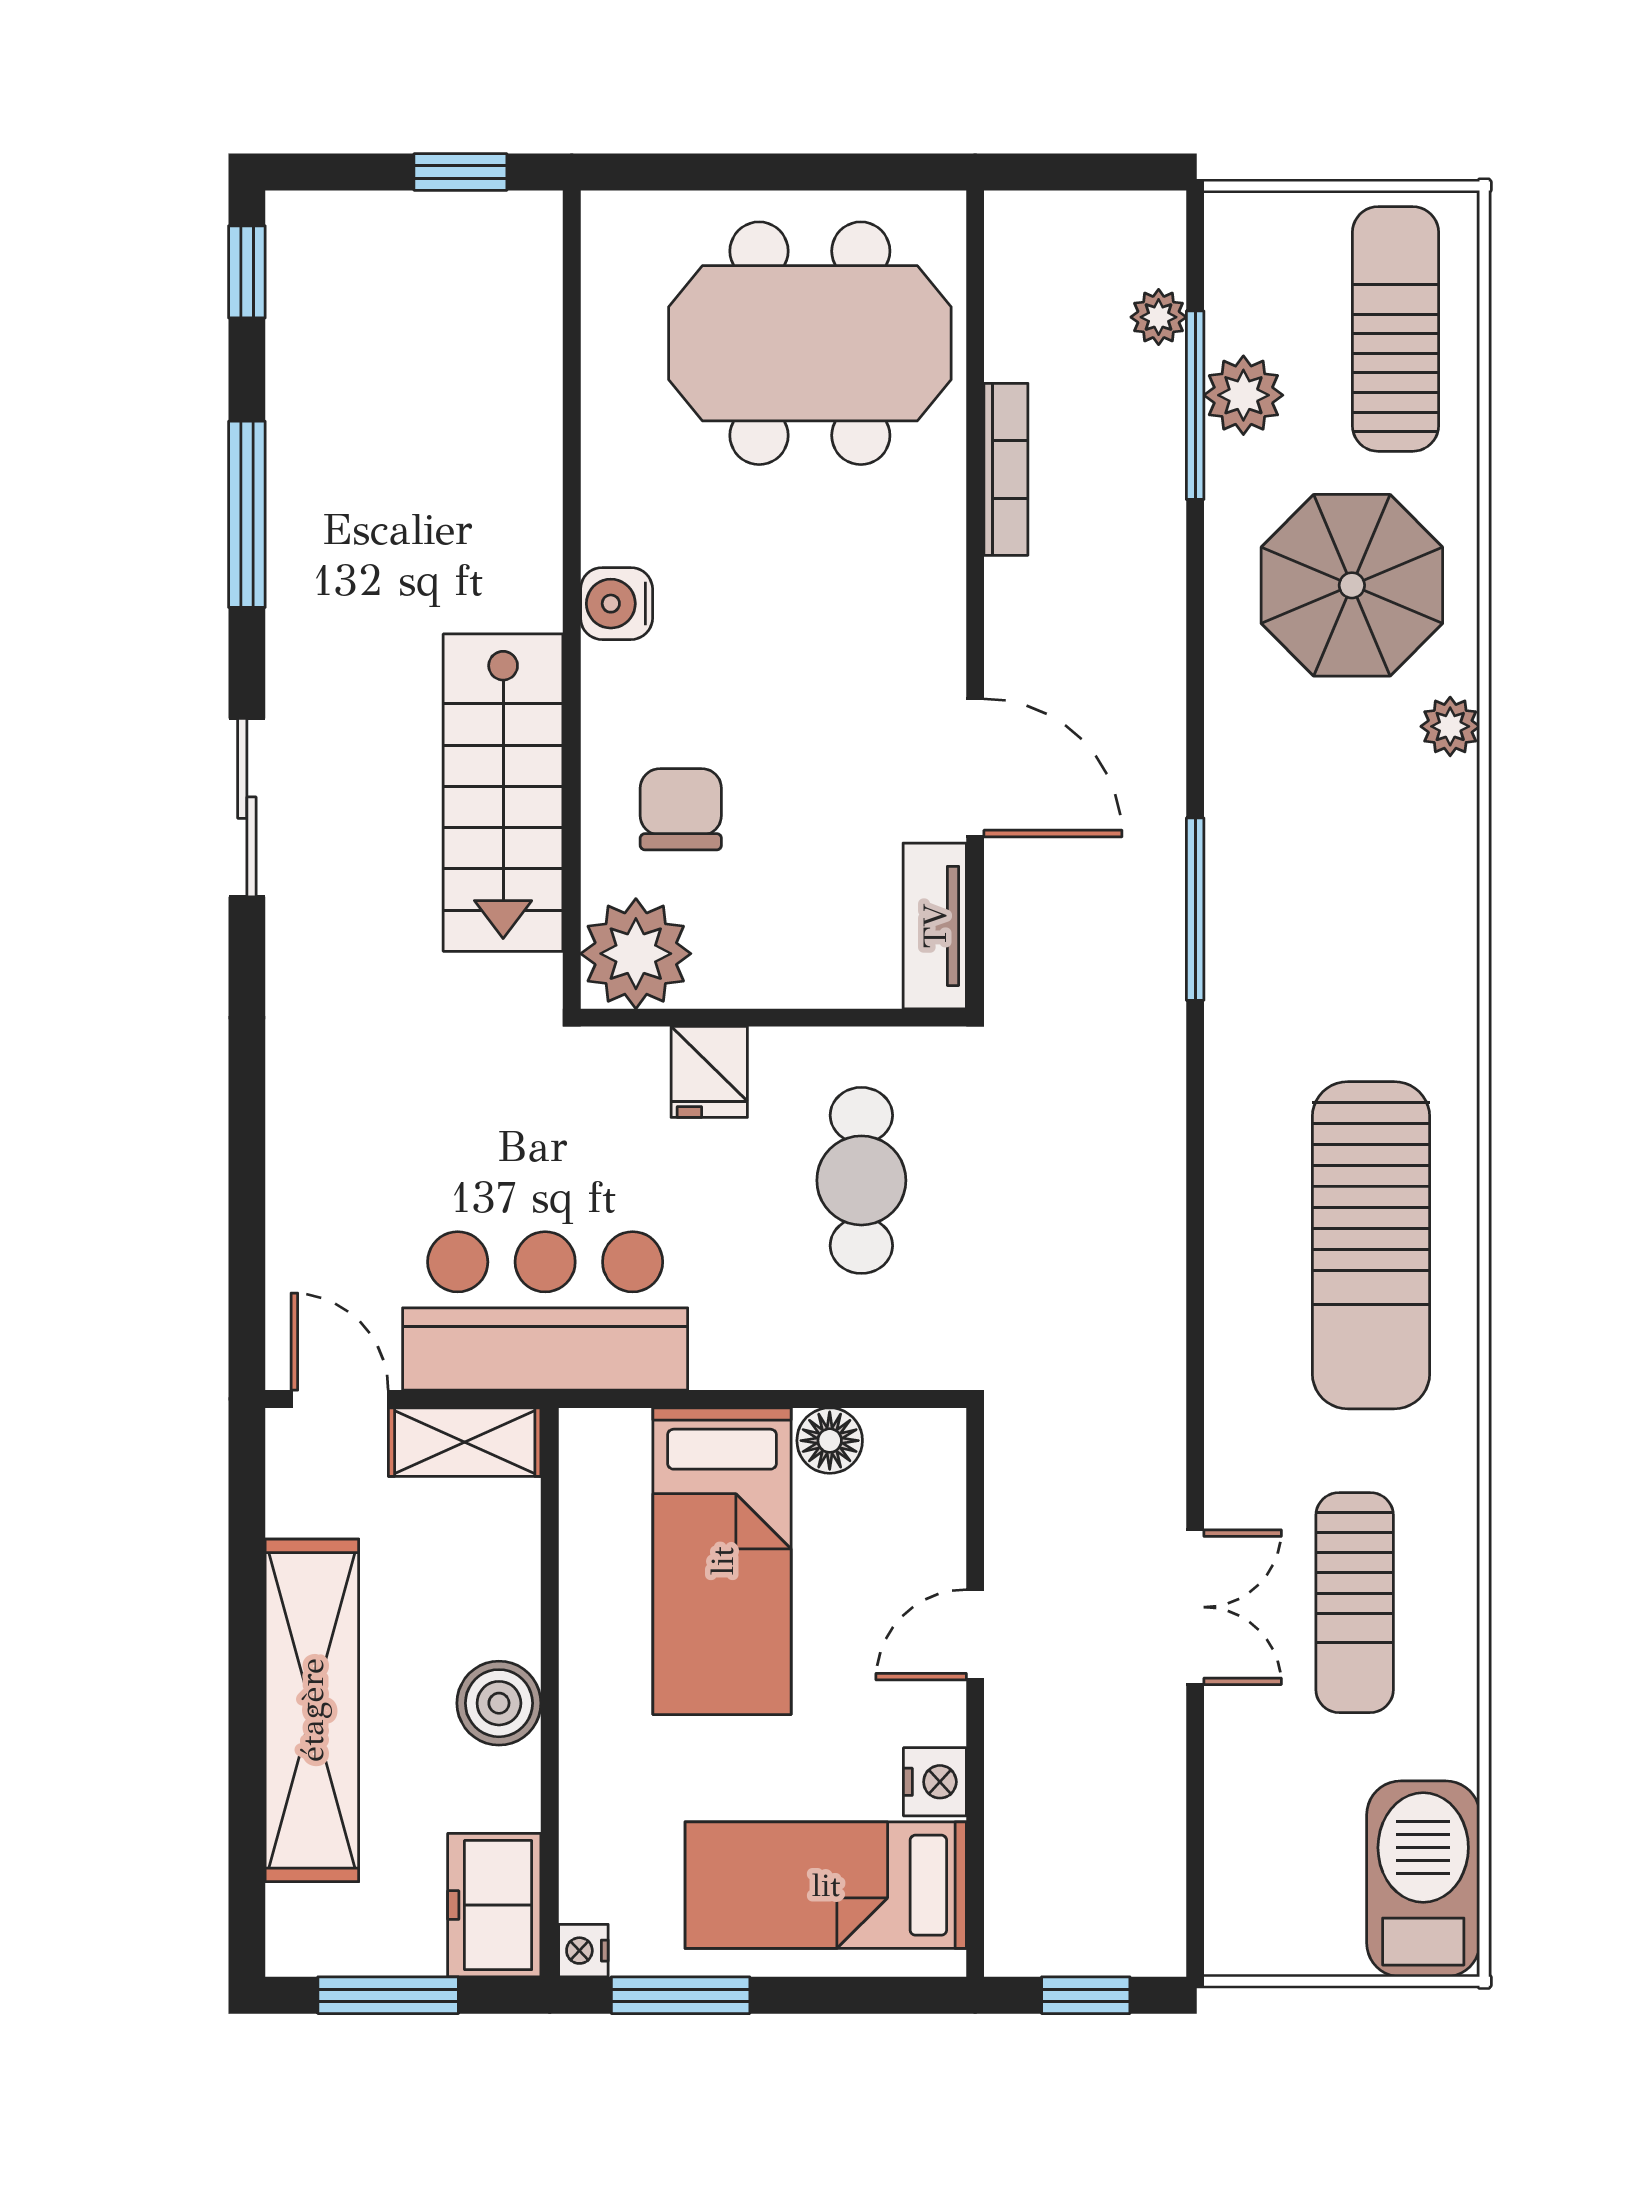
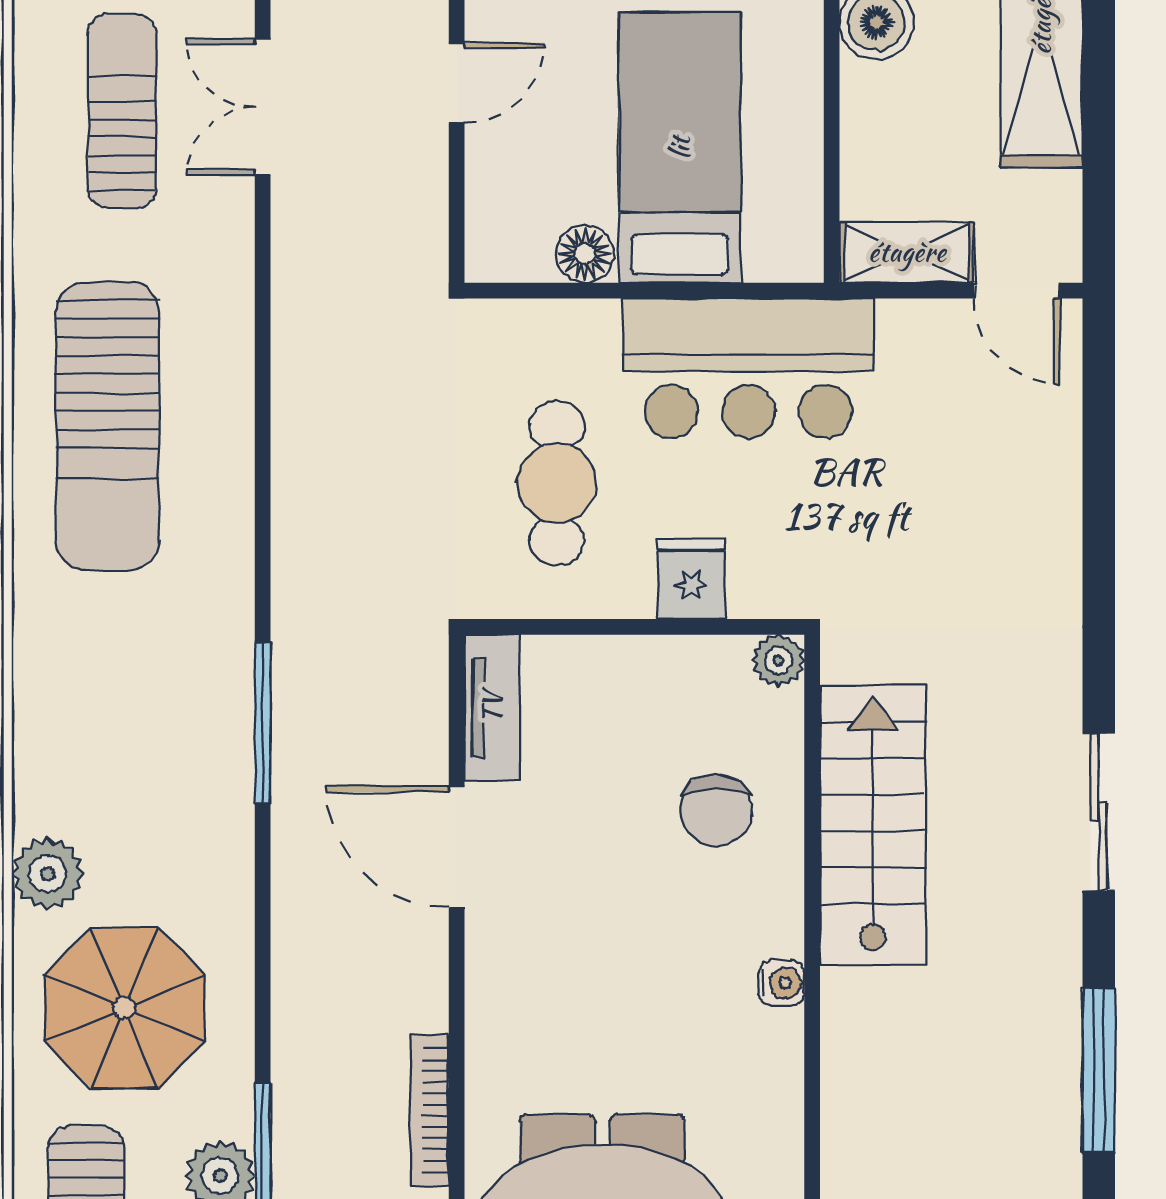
water cooler: (617, 604) -> (782, 983), width x0.72, depth x0.72
plant: (1450, 726) -> (48, 874), width x1.38, depth x1.38
plant: (636, 954) -> (779, 660), width x0.53, depth x0.53
sun lounger: (1371, 1245) -> (108, 426), turned 180
bar counter: (545, 1311) -> (748, 368), moved

